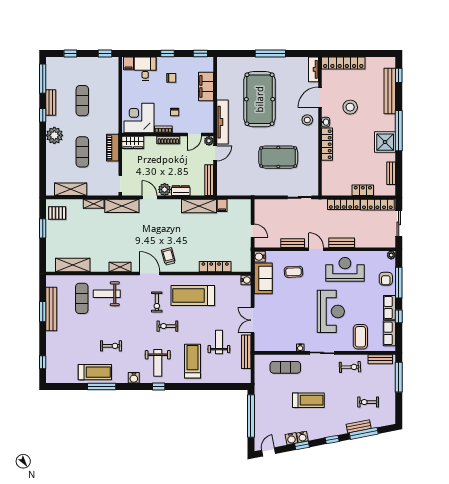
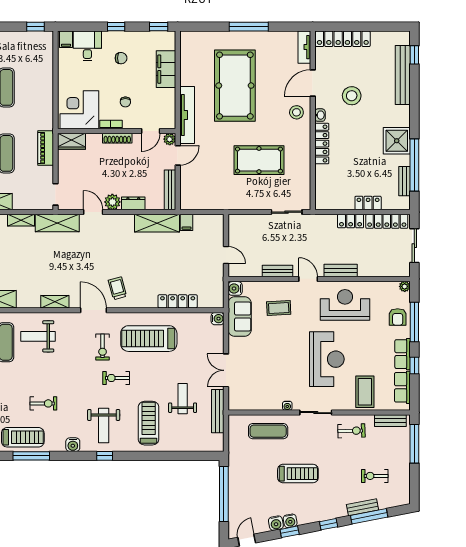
window: (399, 131) -> (414, 165), moved
locker: (344, 204) -> (351, 221), width x0.66

